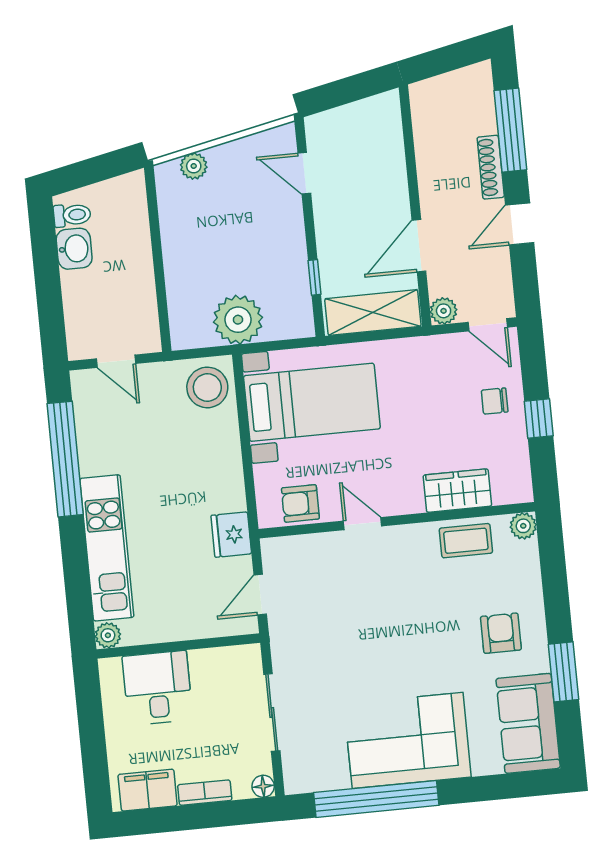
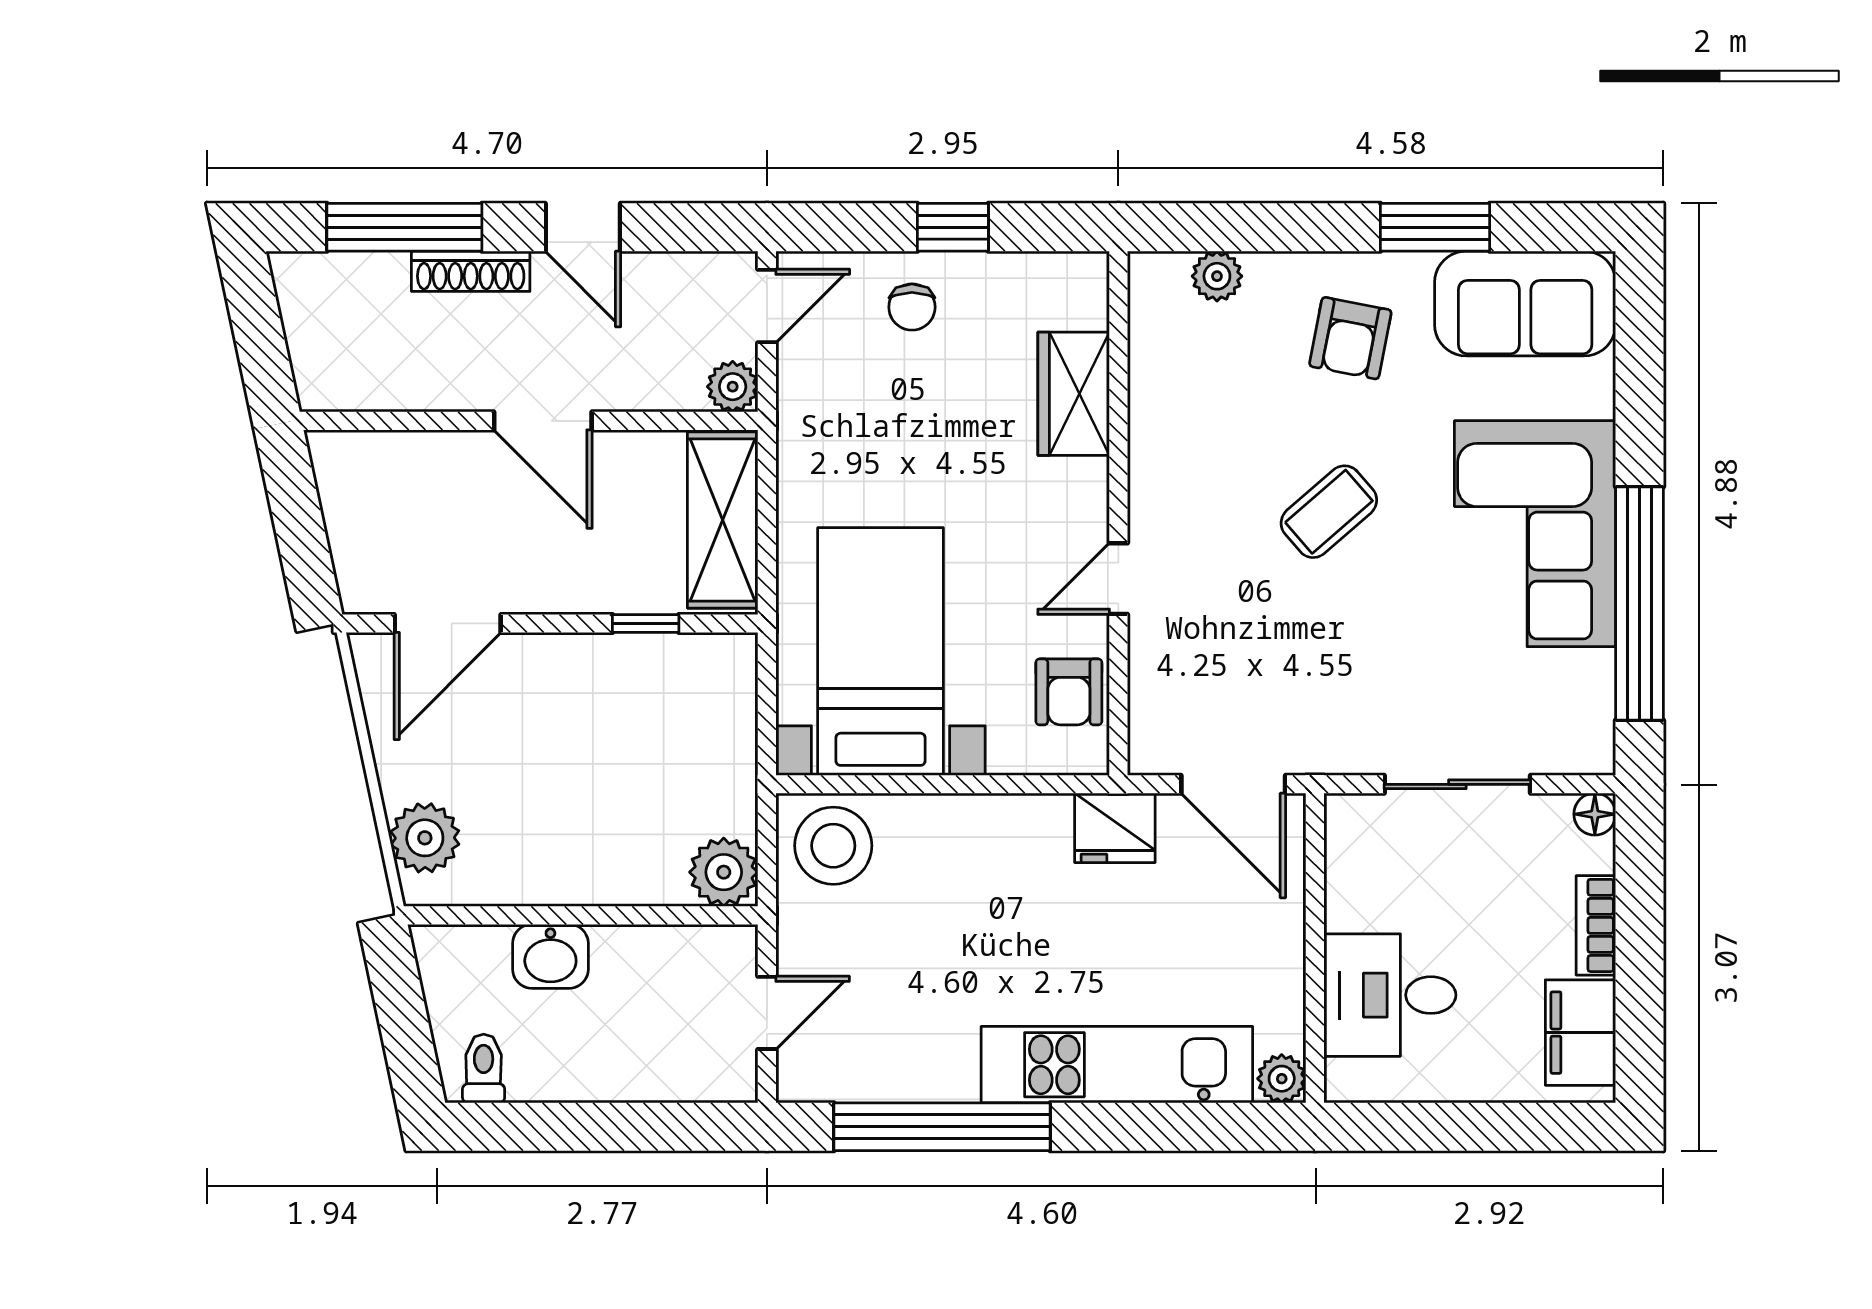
plant: (194, 166) -> (425, 838), width x1.38, depth x1.38
door: (304, 173) -> (448, 623), width x1.38
door: (419, 246) -> (543, 421), moved
washbasin: (74, 249) -> (550, 956), moved, turned 180
plant: (238, 320) -> (724, 872), moved, width x0.73, depth x0.73
plant: (523, 526) -> (1217, 276), moved
coffee table: (466, 541) -> (1329, 512), moved, turned 49
door: (260, 595) -> (1233, 784), width x1.38
armchair: (501, 633) -> (1350, 338), turned -79

